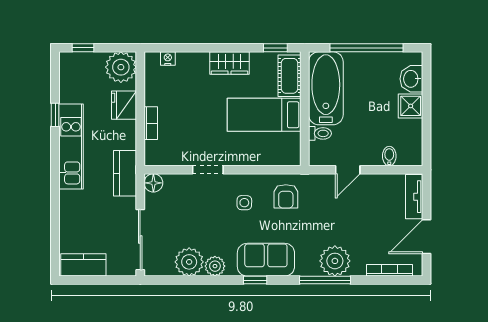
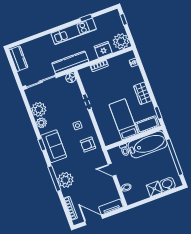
kitchen counter: (125, 173) -> (70, 62), width x1.50

